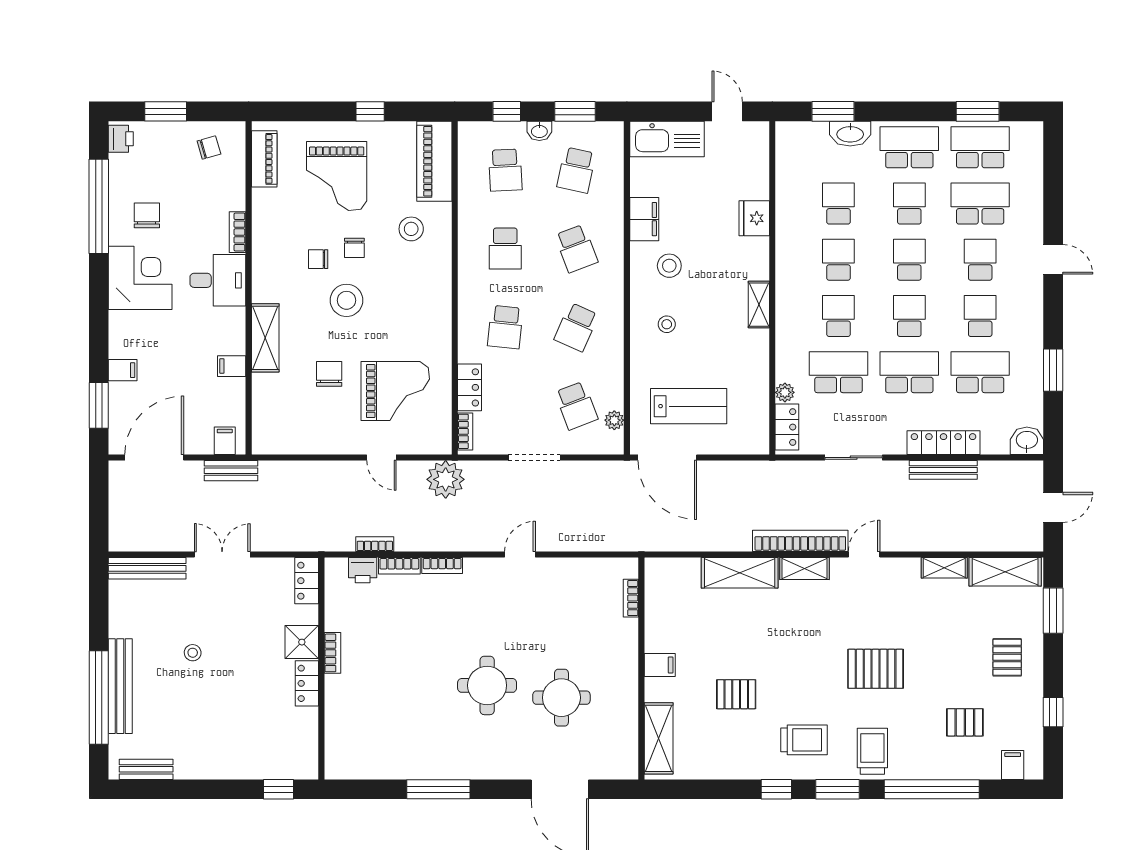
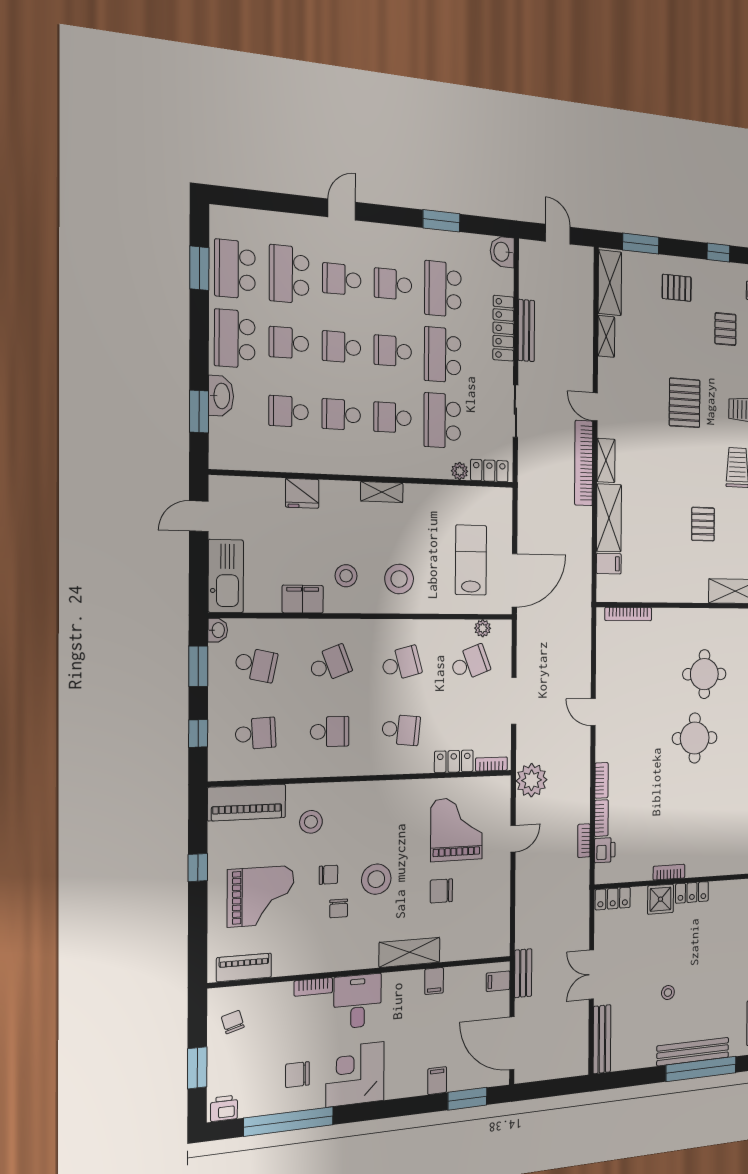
washbasin: (539, 131) -> (218, 630), moved
stool: (667, 324) -> (399, 579), width x1.89, depth x1.89
school desk: (576, 327) -> (401, 664), turned -39
bookcase: (631, 598) -> (628, 614), width x1.56
filing cabinet: (660, 665) -> (609, 564), moved, turned 90

